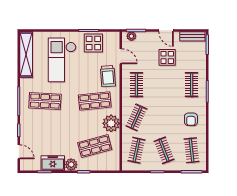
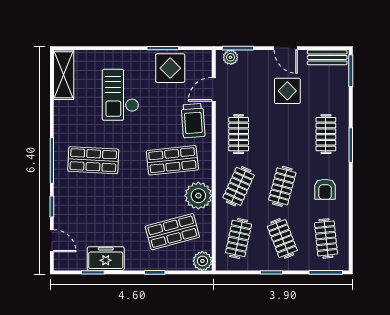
shelving: (26, 55) -> (64, 75), width x0.68
door: (121, 56) -> (214, 89), swing flipped
checkout: (62, 60) -> (121, 95), width x0.73, depth x0.83
clothes rail: (164, 117) -> (282, 186), added
plant: (71, 165) -> (202, 261), moved

